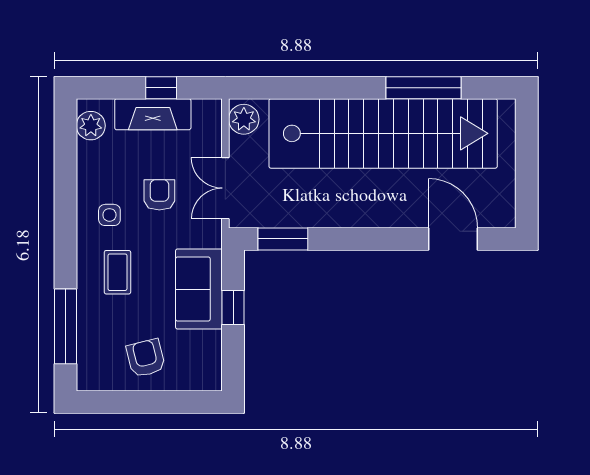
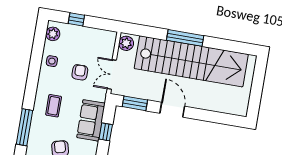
window: (161, 88) -> (76, 19), moved
window: (424, 88) -> (185, 38), moved
fireplace: (153, 114) -> (83, 34), removed
side table: (109, 215) -> (52, 61), moved
door: (453, 239) -> (172, 110), moved

